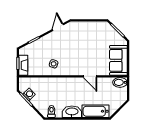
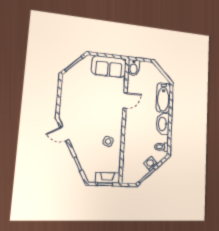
washing machine: (29, 94) -> (151, 164), moved

